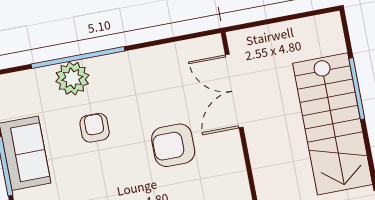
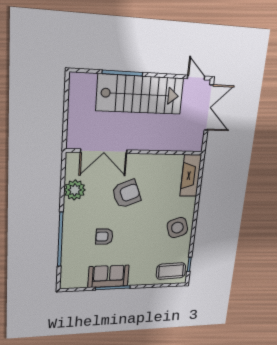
plant: (72, 78) -> (75, 190), moved
armchair: (173, 145) -> (127, 194), turned -112

